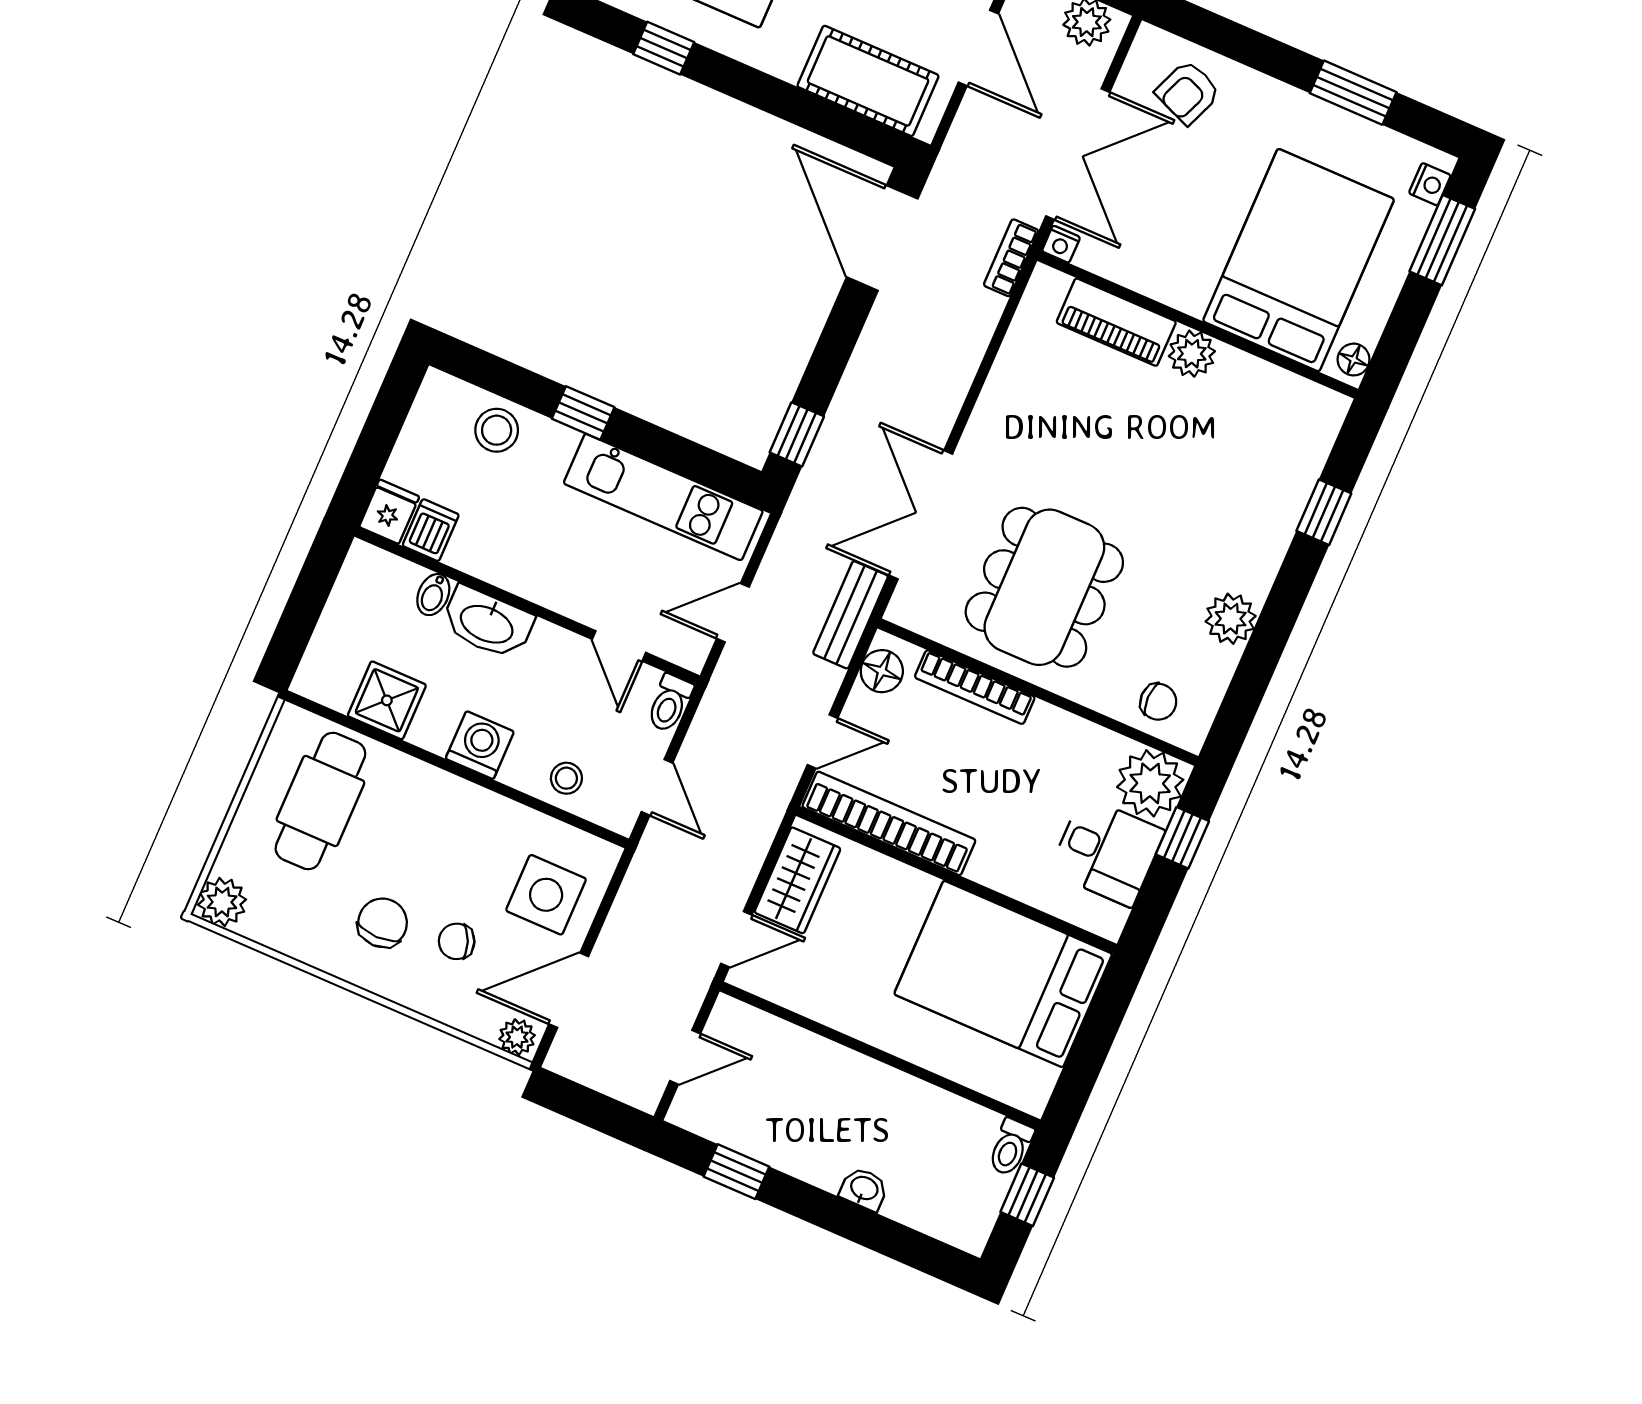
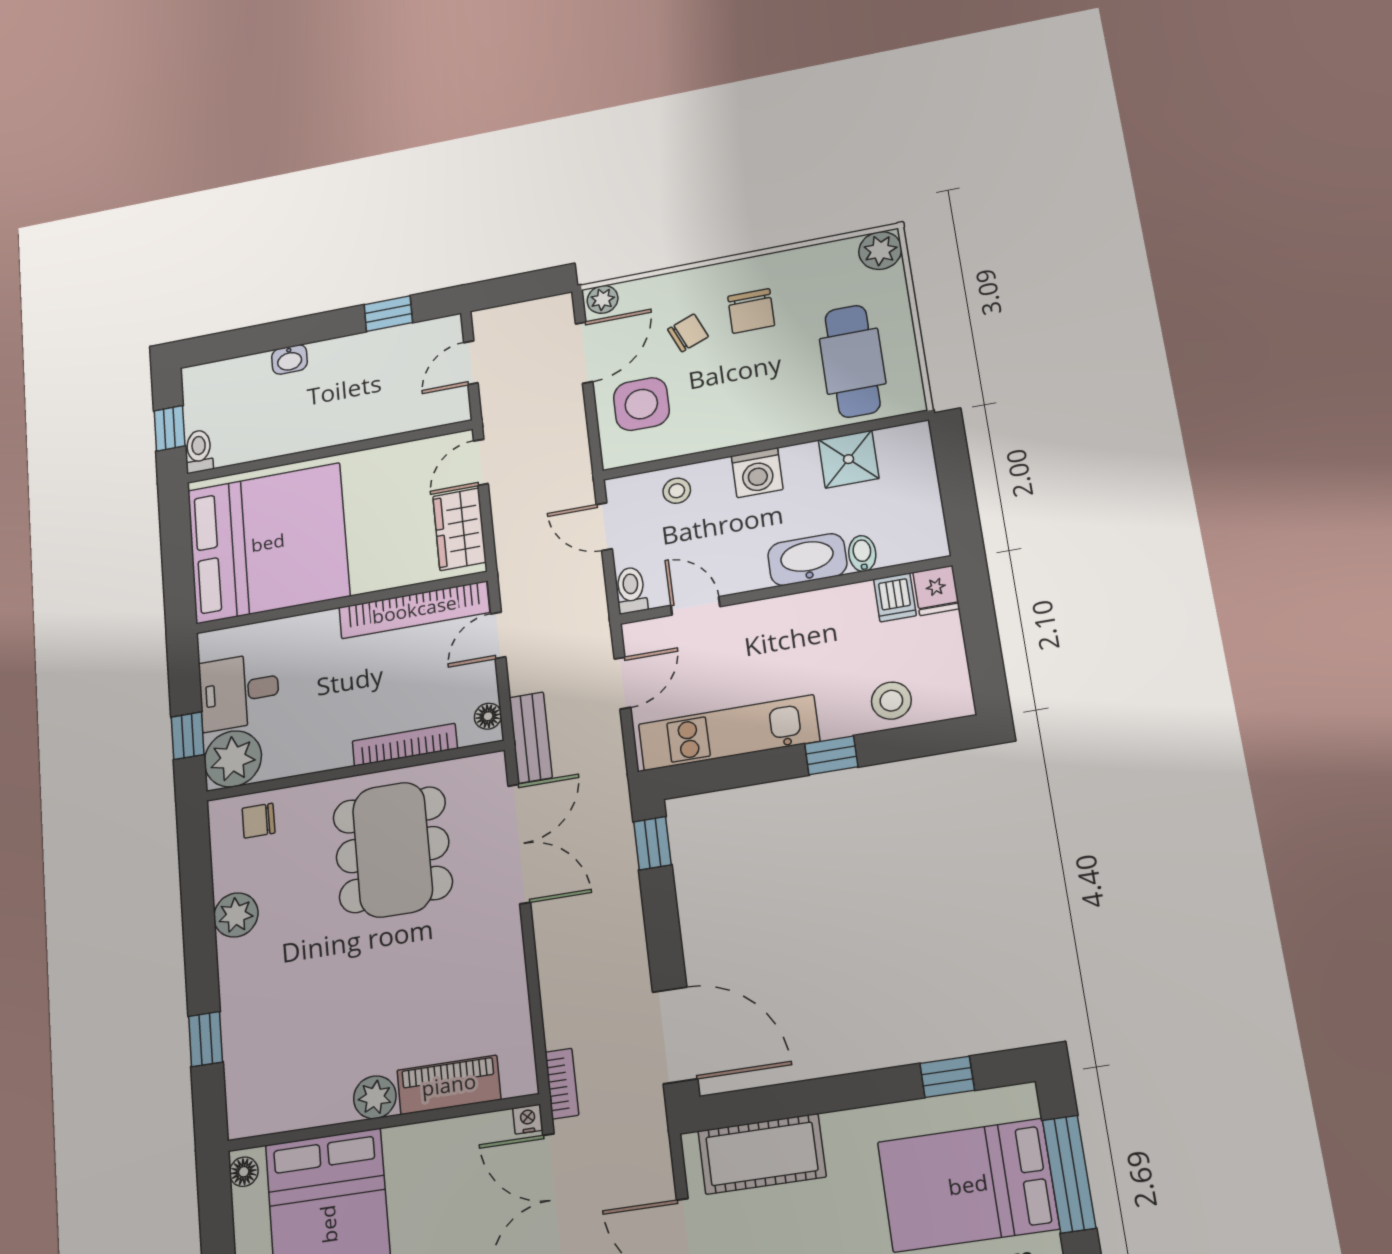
floor lamp: (882, 671) -> (488, 716), width x0.73, depth x0.73
bed: (1003, 974) -> (268, 543), width x1.36

